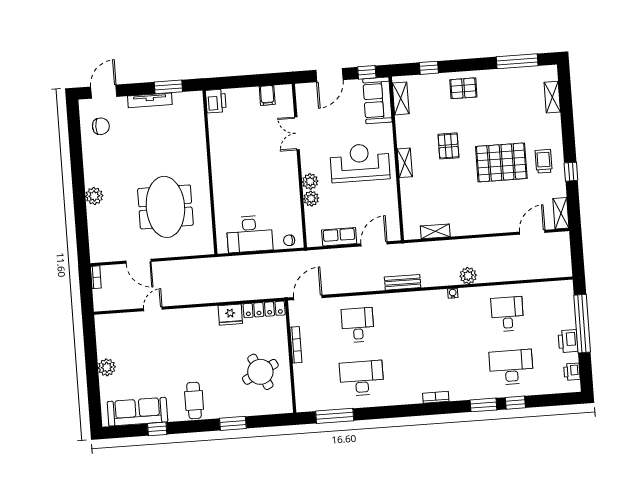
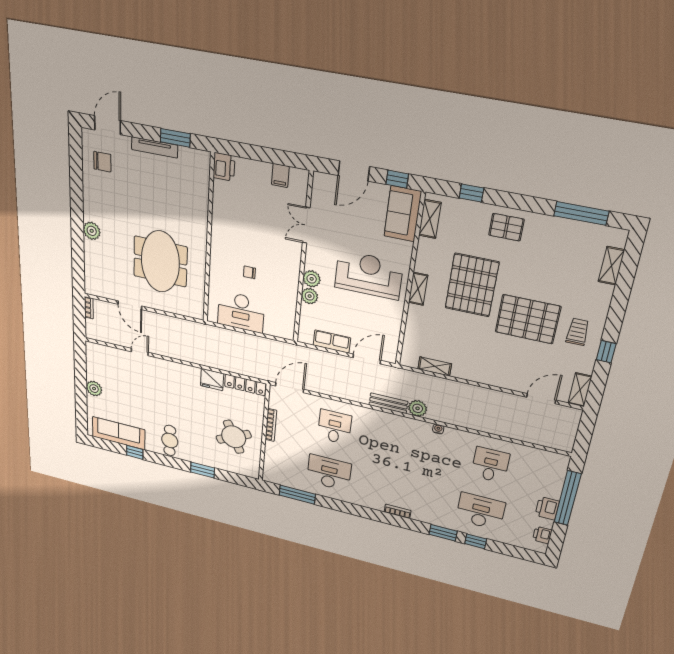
pallet: (448, 146) -> (472, 285), width x2.05, depth x2.00
chair: (289, 240) -> (249, 272), moved
plant: (468, 276) -> (418, 408), moved

